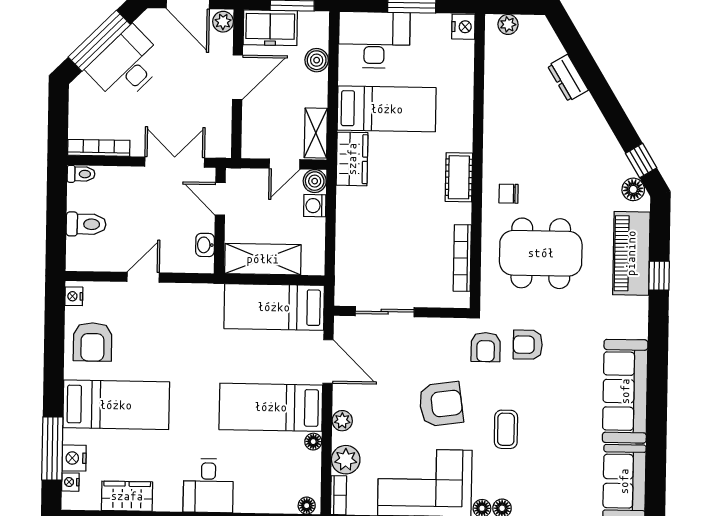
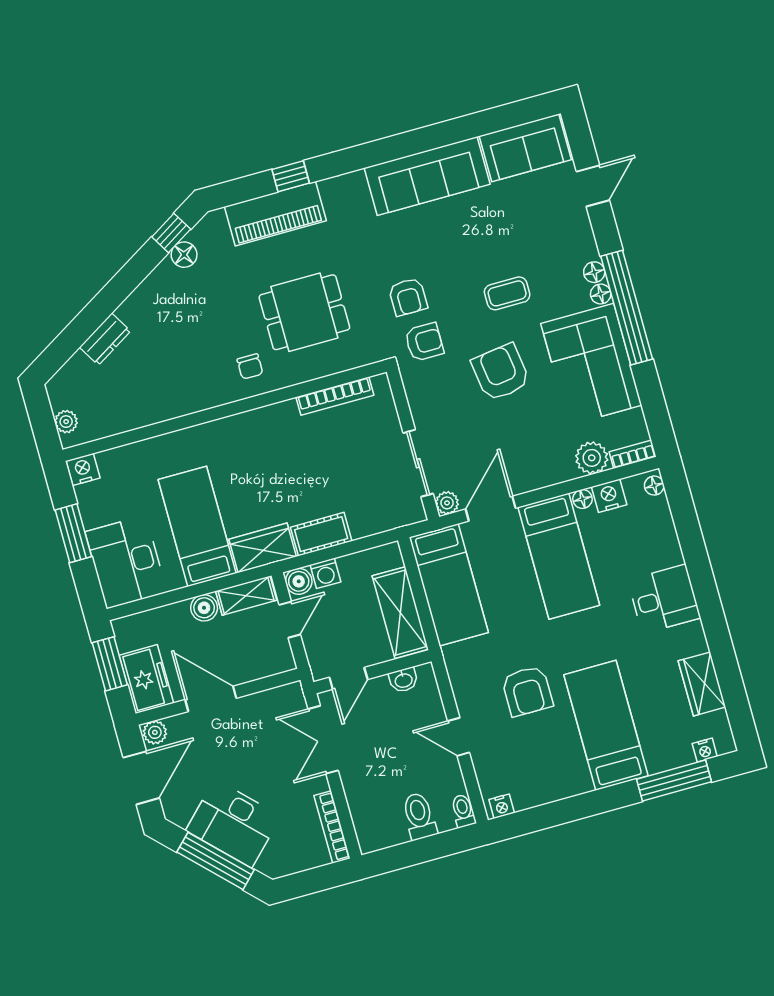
boiler: (317, 60) -> (204, 608), moved
door: (285, 164) -> (290, 620), hinge flipped
toilet: (81, 174) -> (463, 811), moved
cot: (459, 177) -> (321, 534), moved
floor lamp: (633, 189) -> (184, 255), moved
dining table: (541, 253) -> (304, 312), width x0.73
armchair: (93, 342) -> (527, 691), moved, turned 90
plant: (342, 421) -> (447, 503), moved
nightstand: (74, 458) -> (609, 496), moved, turned 180

